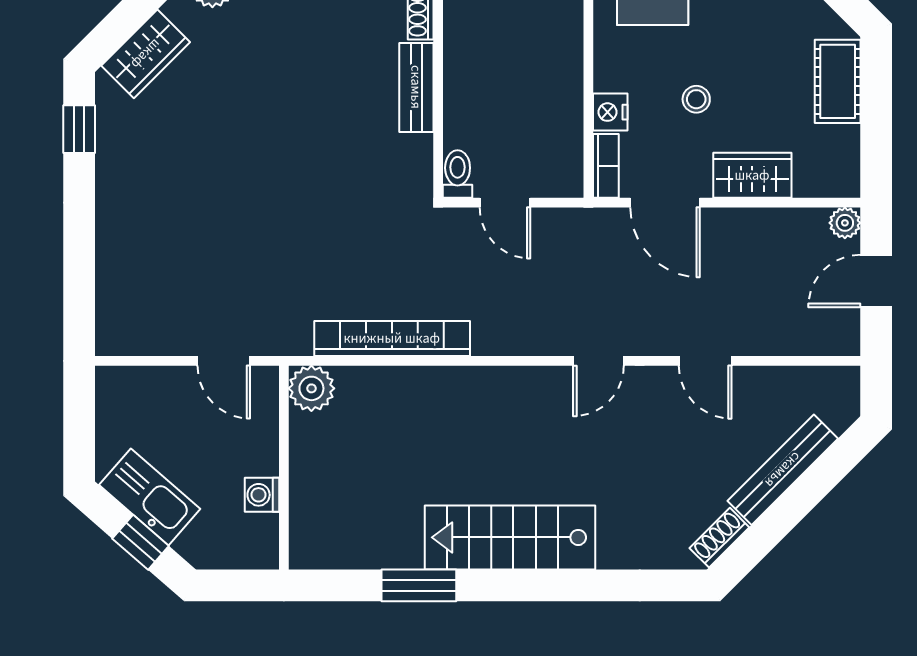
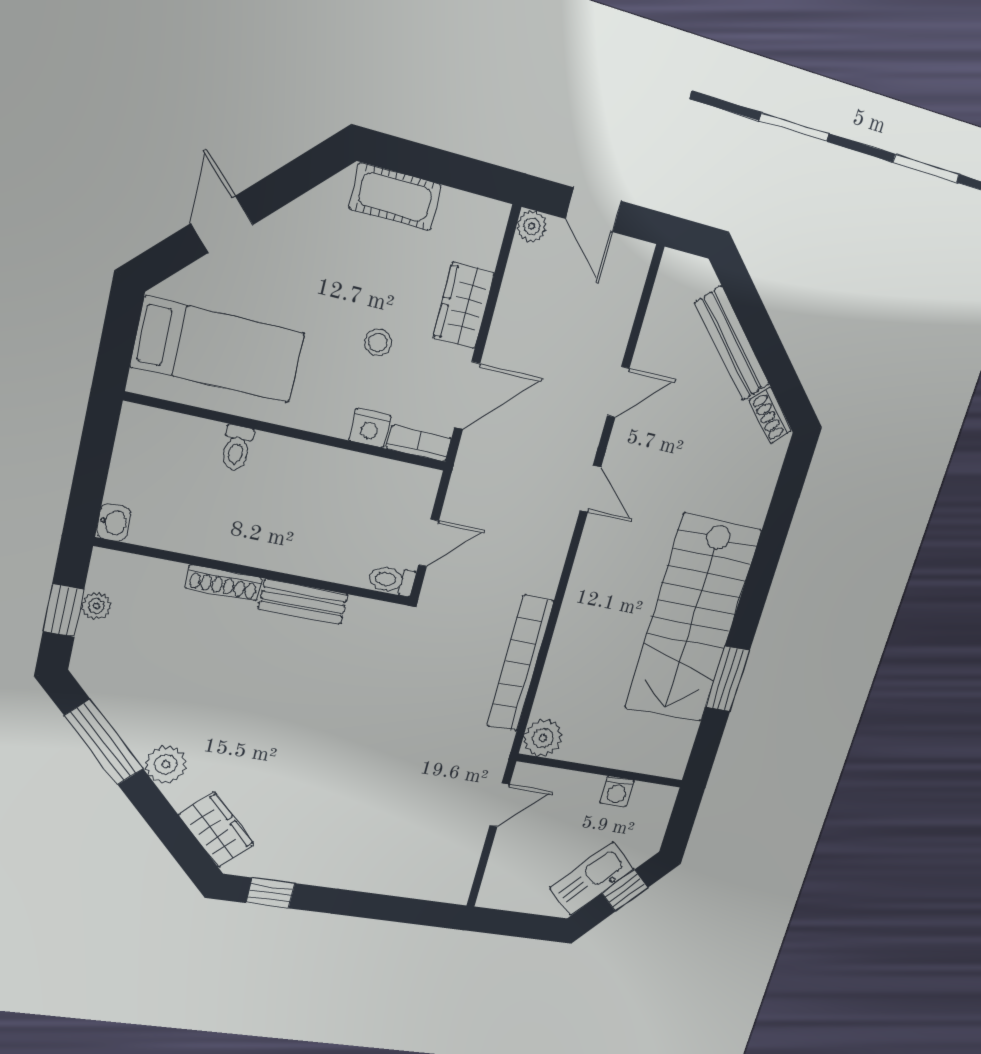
stairs: (510, 537) -> (692, 620), width x1.36, depth x1.51

